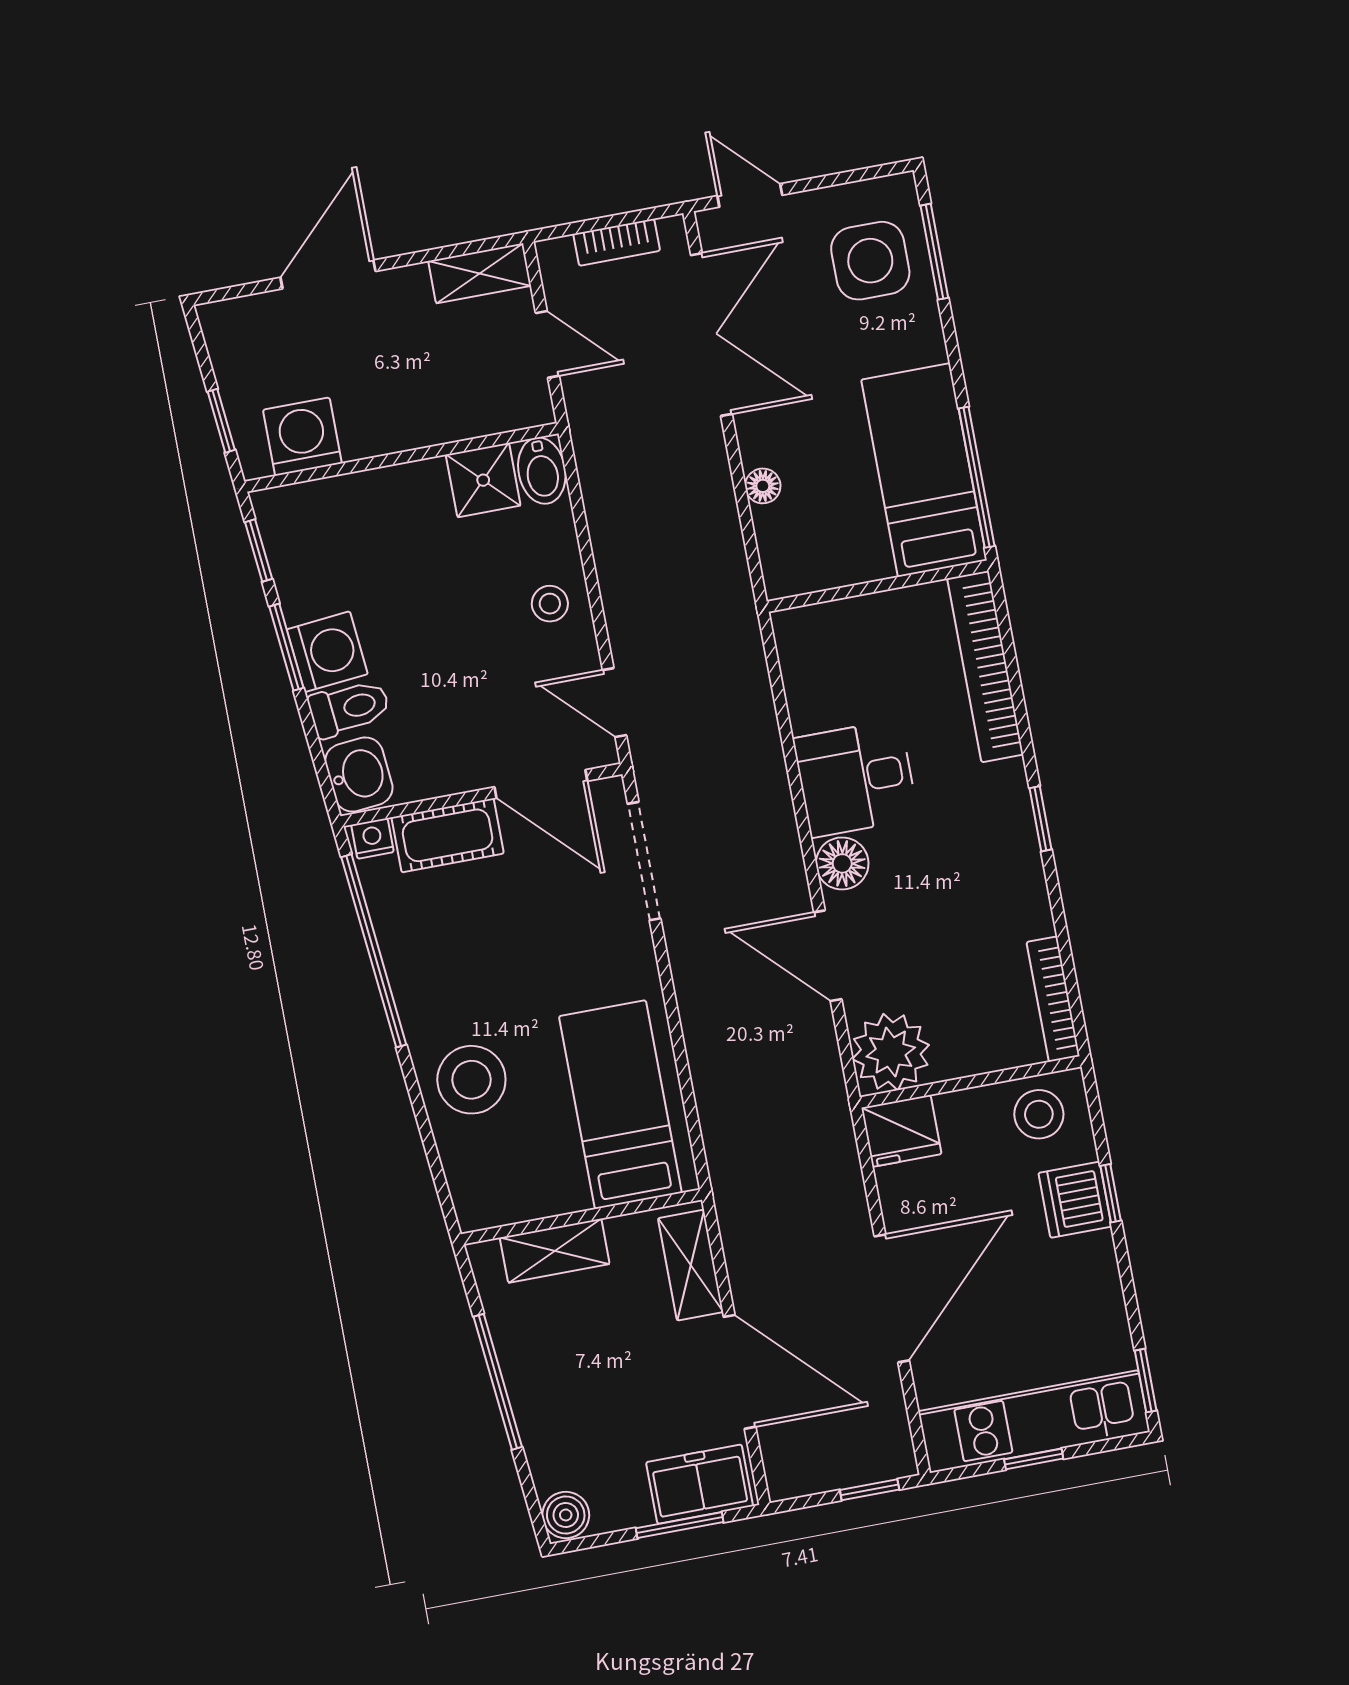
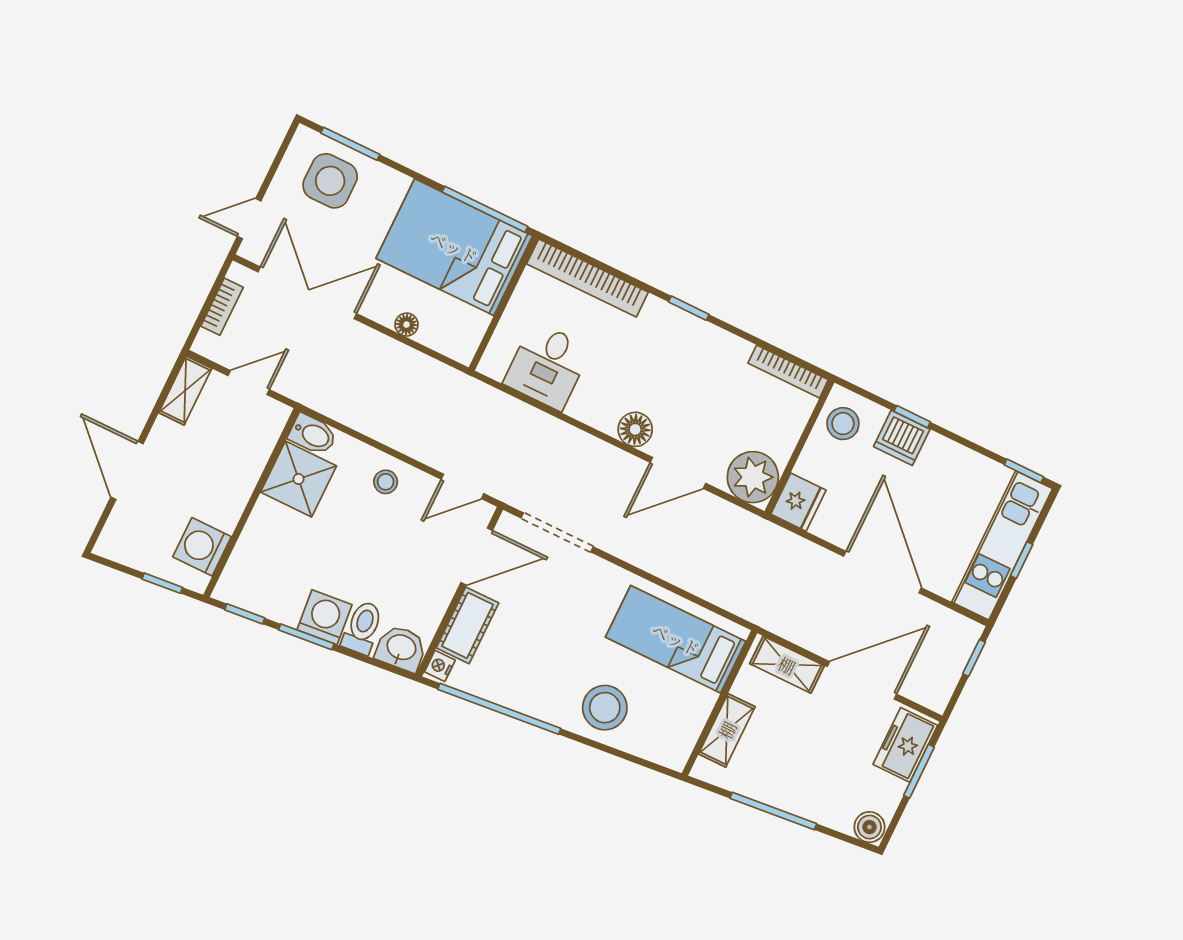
bed: (924, 470) -> (454, 247), width x1.50
shower: (483, 480) -> (299, 479), width x1.36, depth x1.36
desk: (856, 778) -> (547, 366), moved

